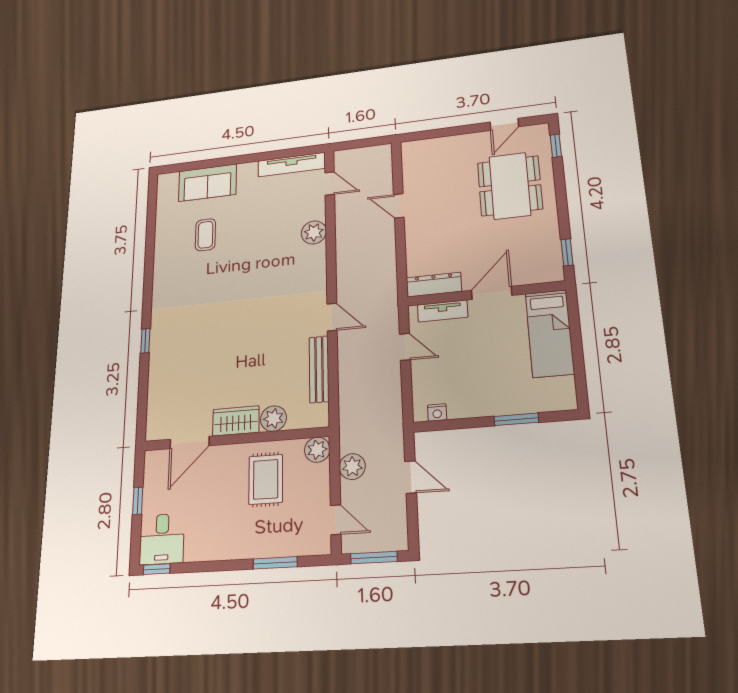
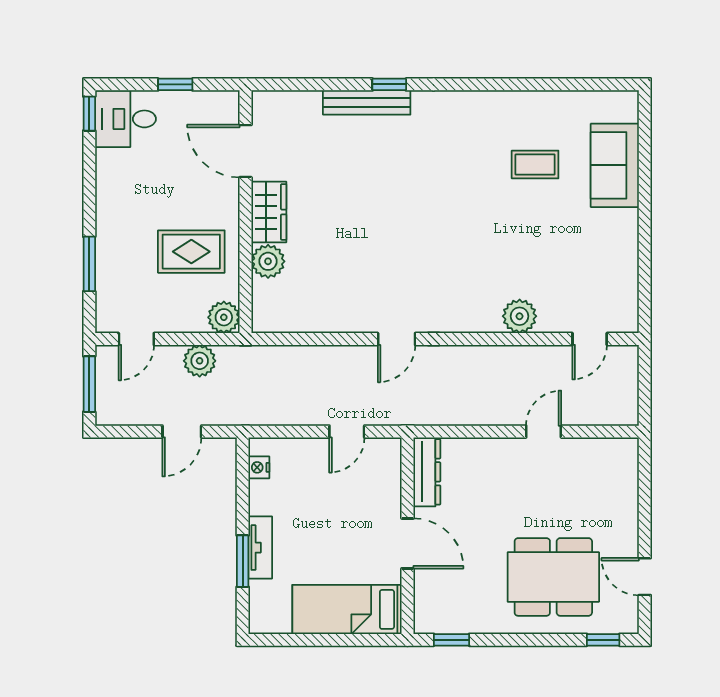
tv unit: (292, 165) -> (626, 286), removed
tv unit: (443, 311) -> (260, 548), moved, turned 180
bench: (319, 369) -> (367, 102), moved

